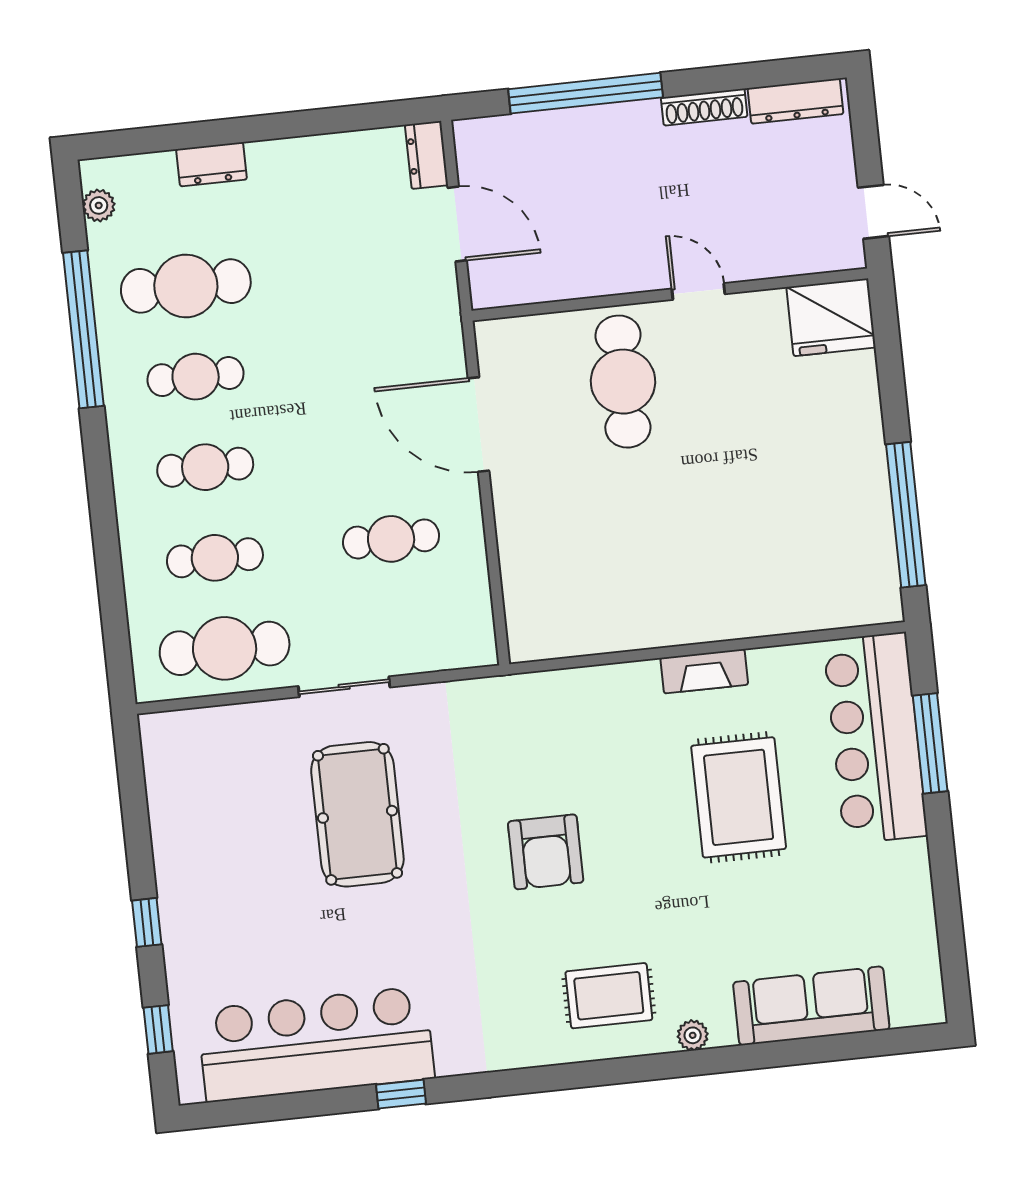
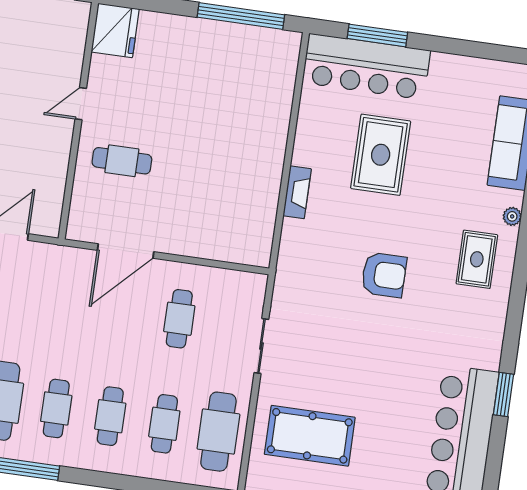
cafe table: (623, 382) -> (122, 161), width x0.73, depth x0.74
fireplace: (704, 671) -> (297, 192), moved
sliding door: (344, 687) -> (261, 346), moved
rug: (739, 797) -> (381, 155), turned 90
pool table: (357, 814) -> (310, 436), moved
window: (401, 1094) -> (503, 395), width x1.50

